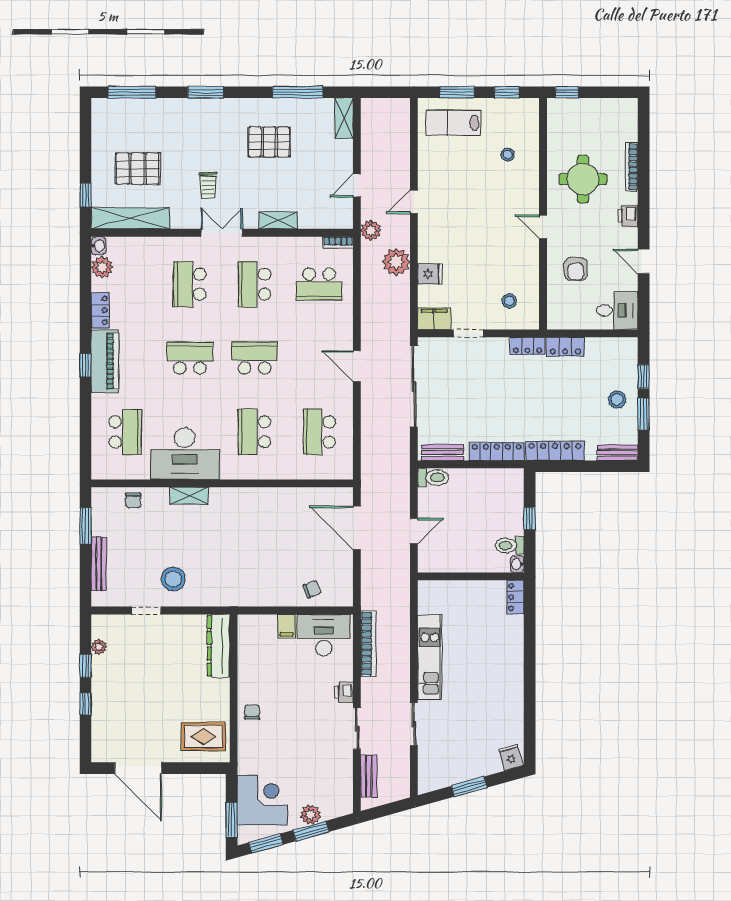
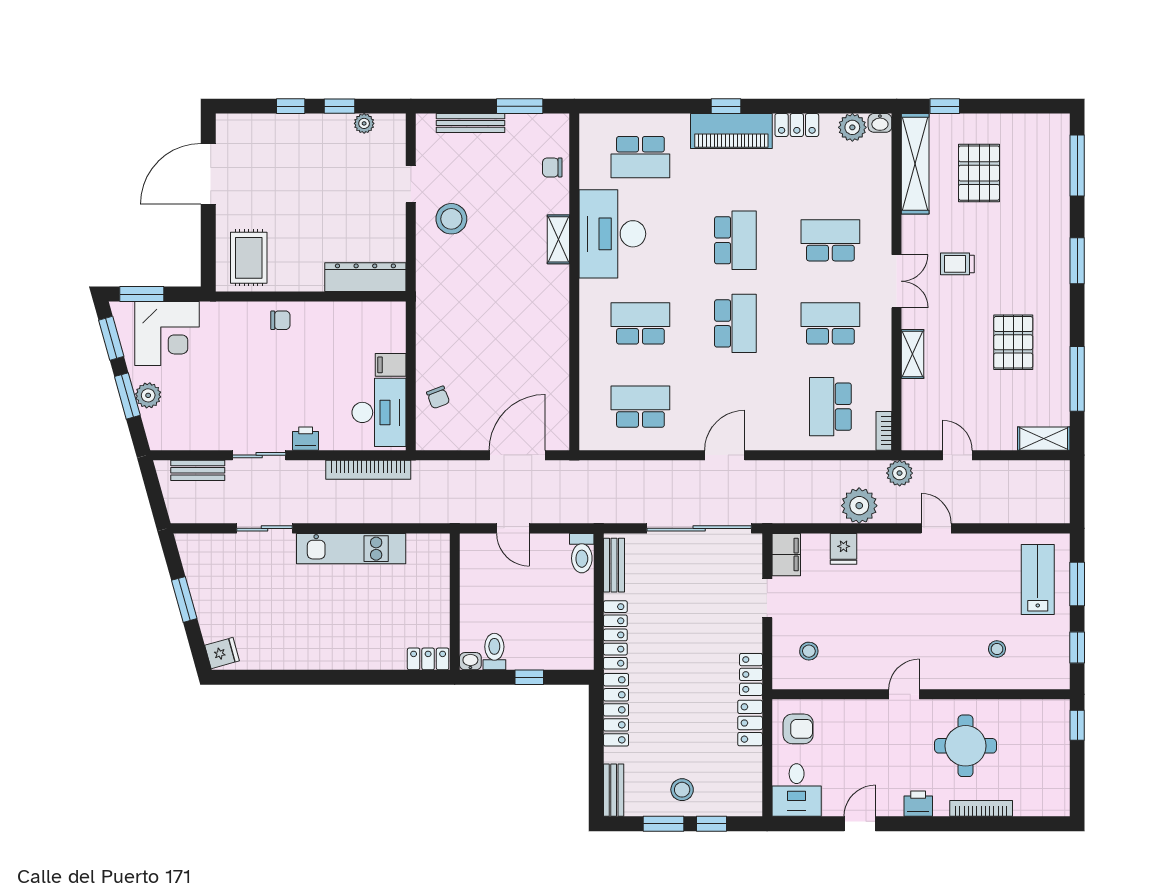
armchair: (576, 269) -> (798, 729), moved, turned 180

